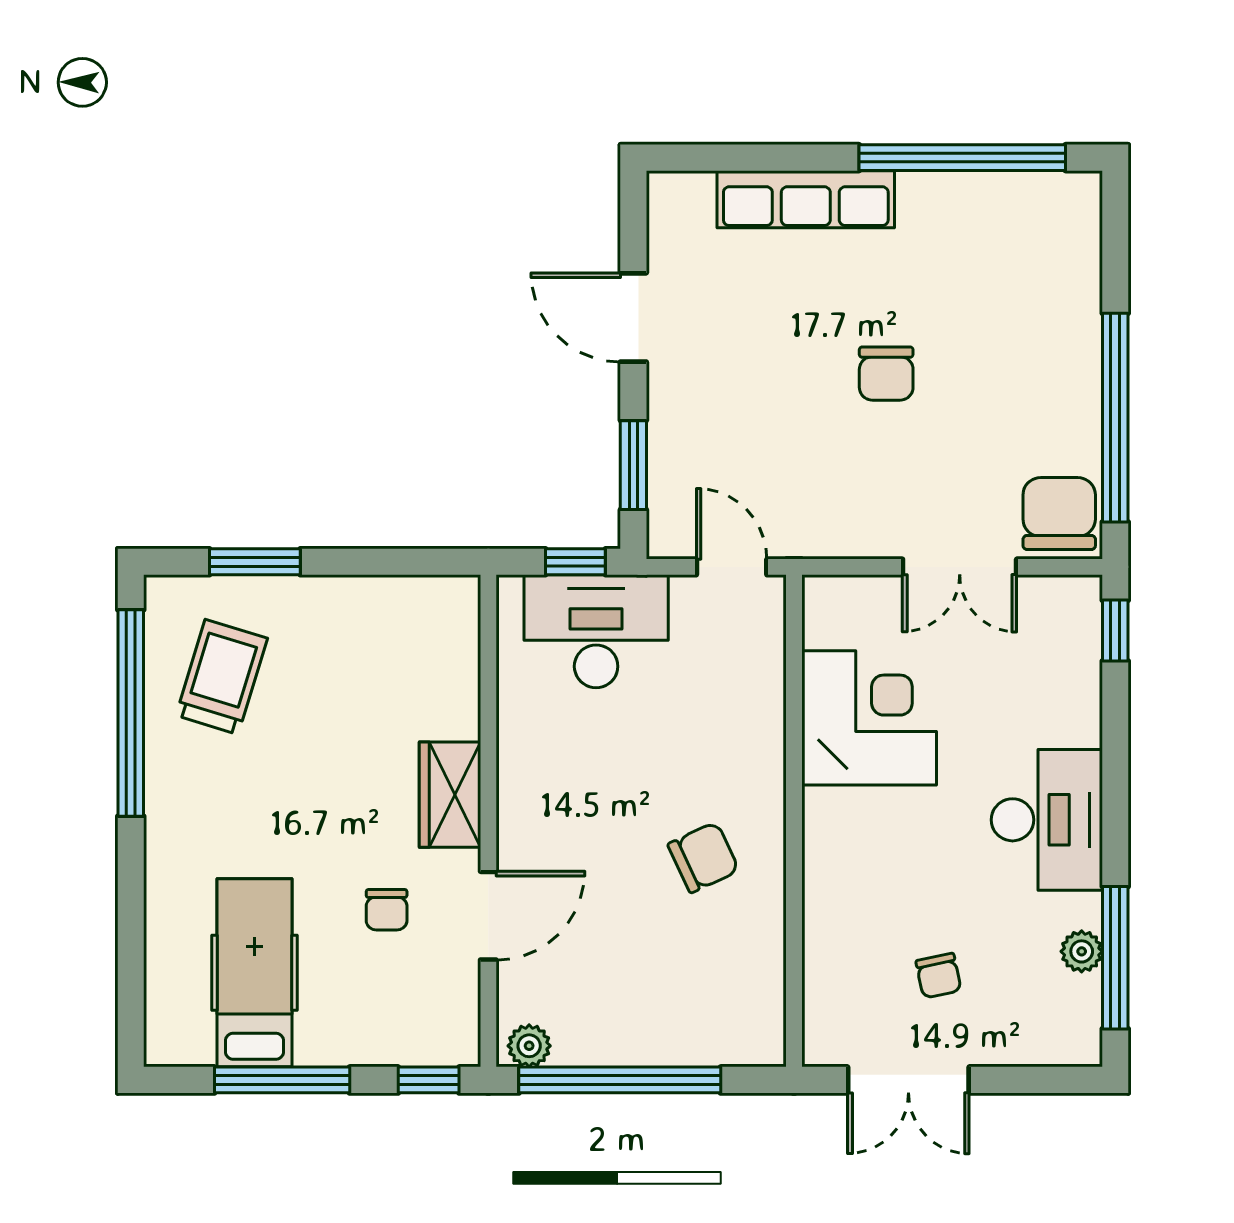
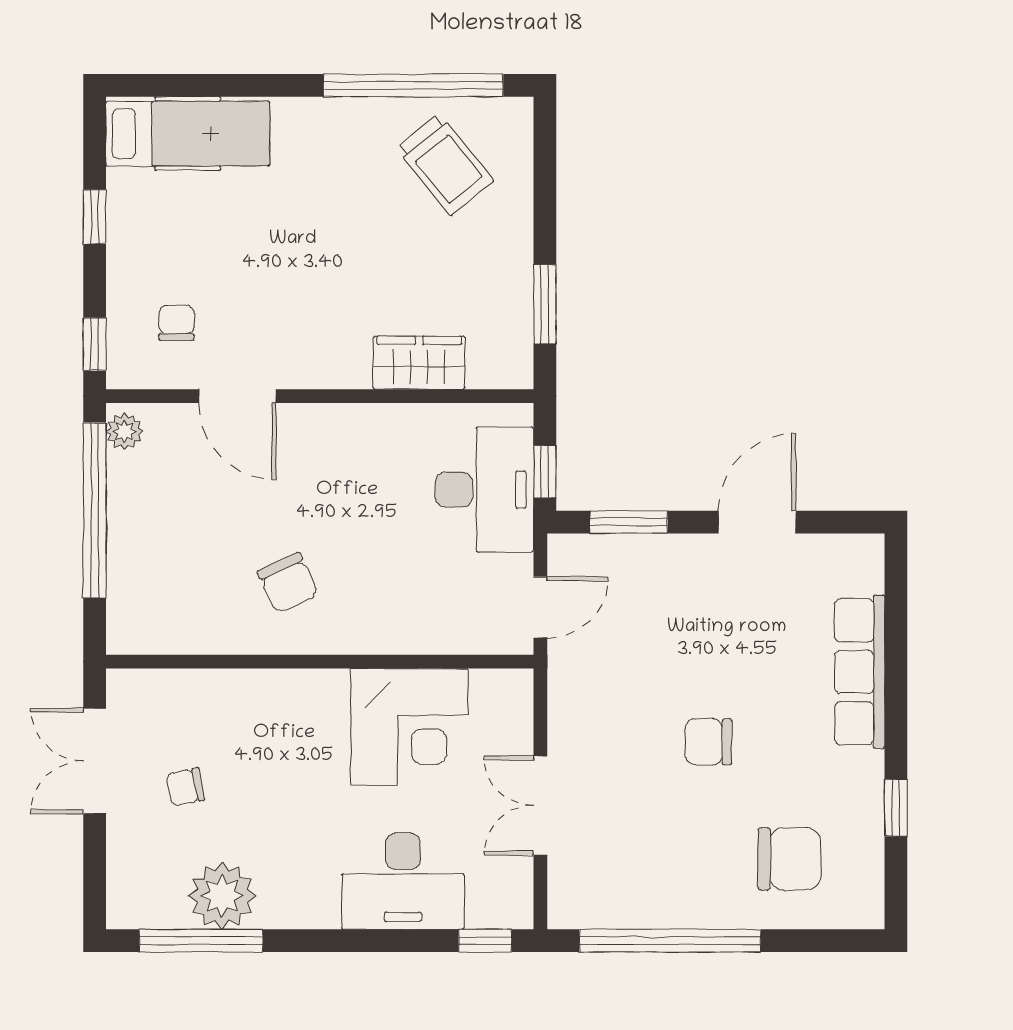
window: (962, 158) -> (896, 808), width x0.32
chair: (1059, 514) -> (789, 859), moved
window: (255, 562) -> (545, 304), moved
trolley: (222, 677) -> (445, 164), turned 34
wardrobe: (450, 795) -> (419, 363), moved
desk: (1047, 820) -> (403, 881), moved
chair: (387, 910) -> (176, 323), moved, turned 90
plant: (1082, 951) -> (222, 896), width x1.87, depth x1.87
hospital bed: (254, 973) -> (188, 134), moved
window: (282, 1080) -> (95, 217), width x0.46

